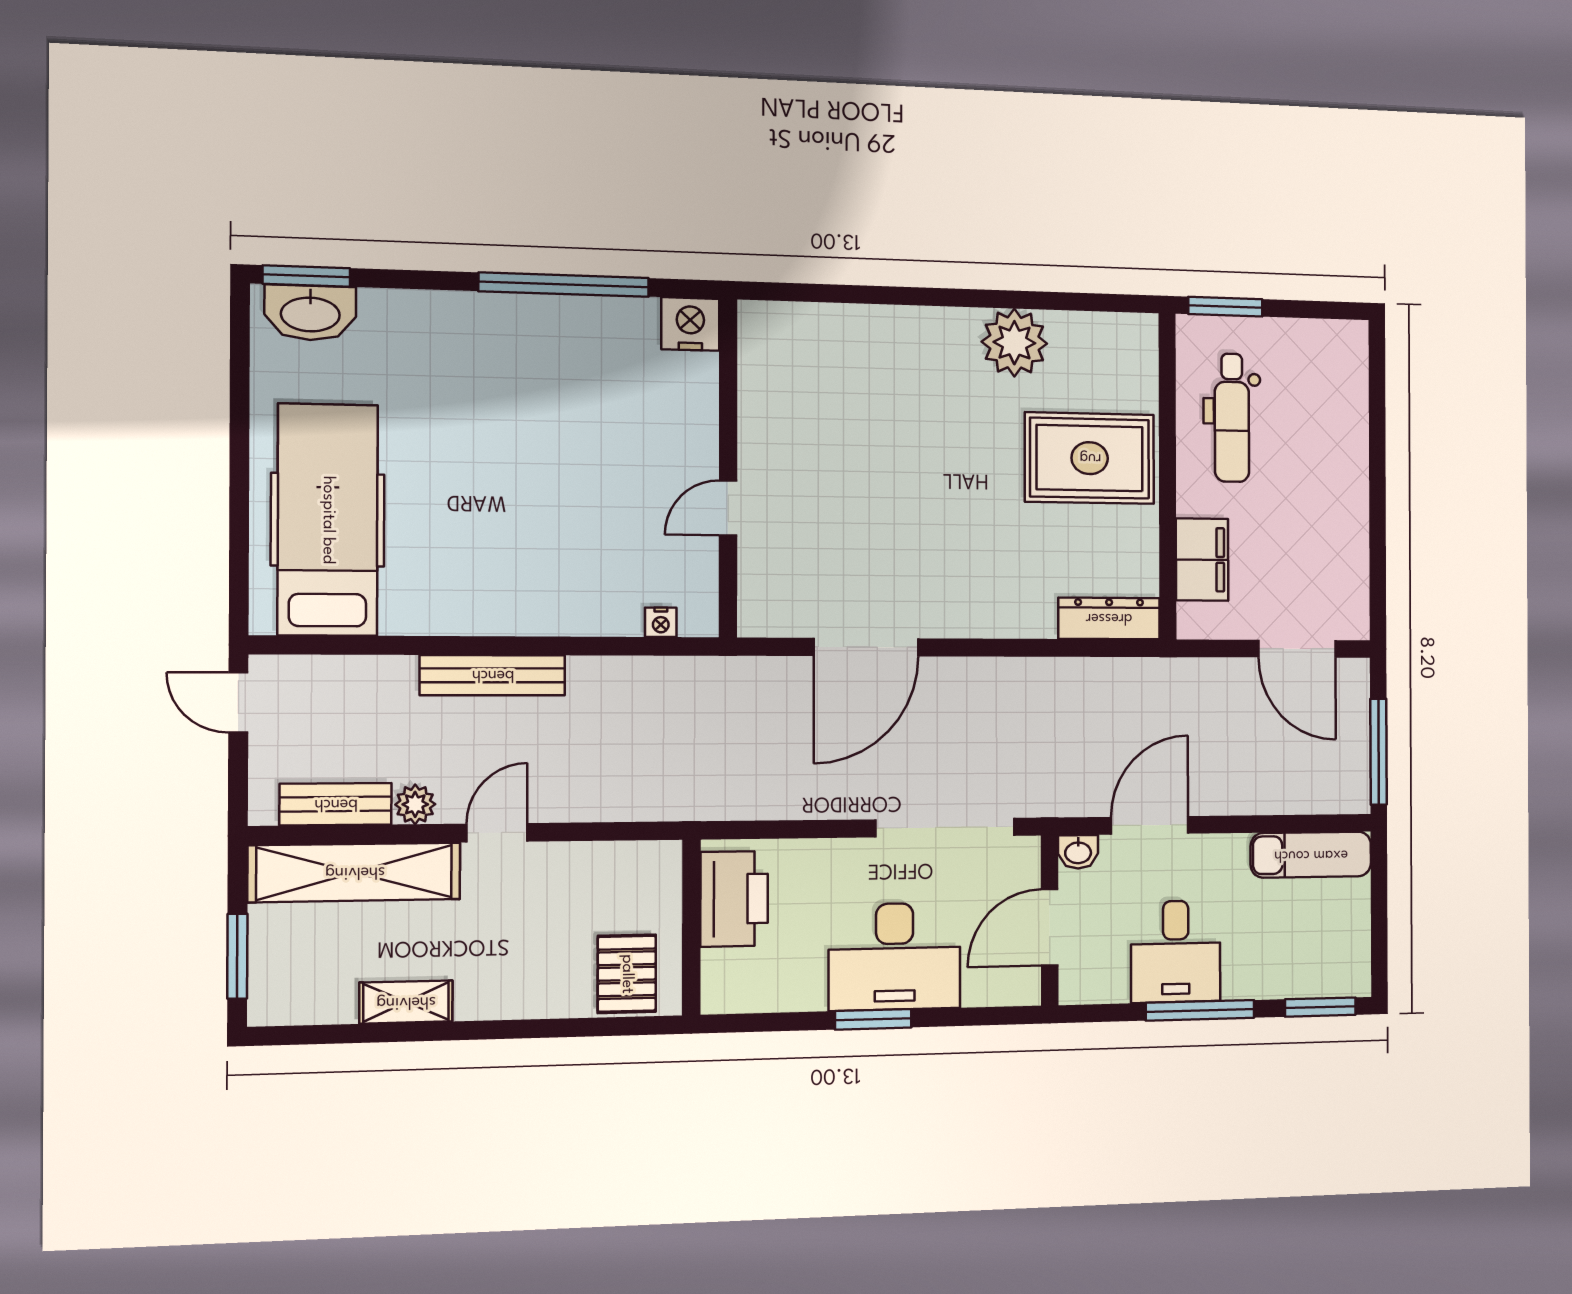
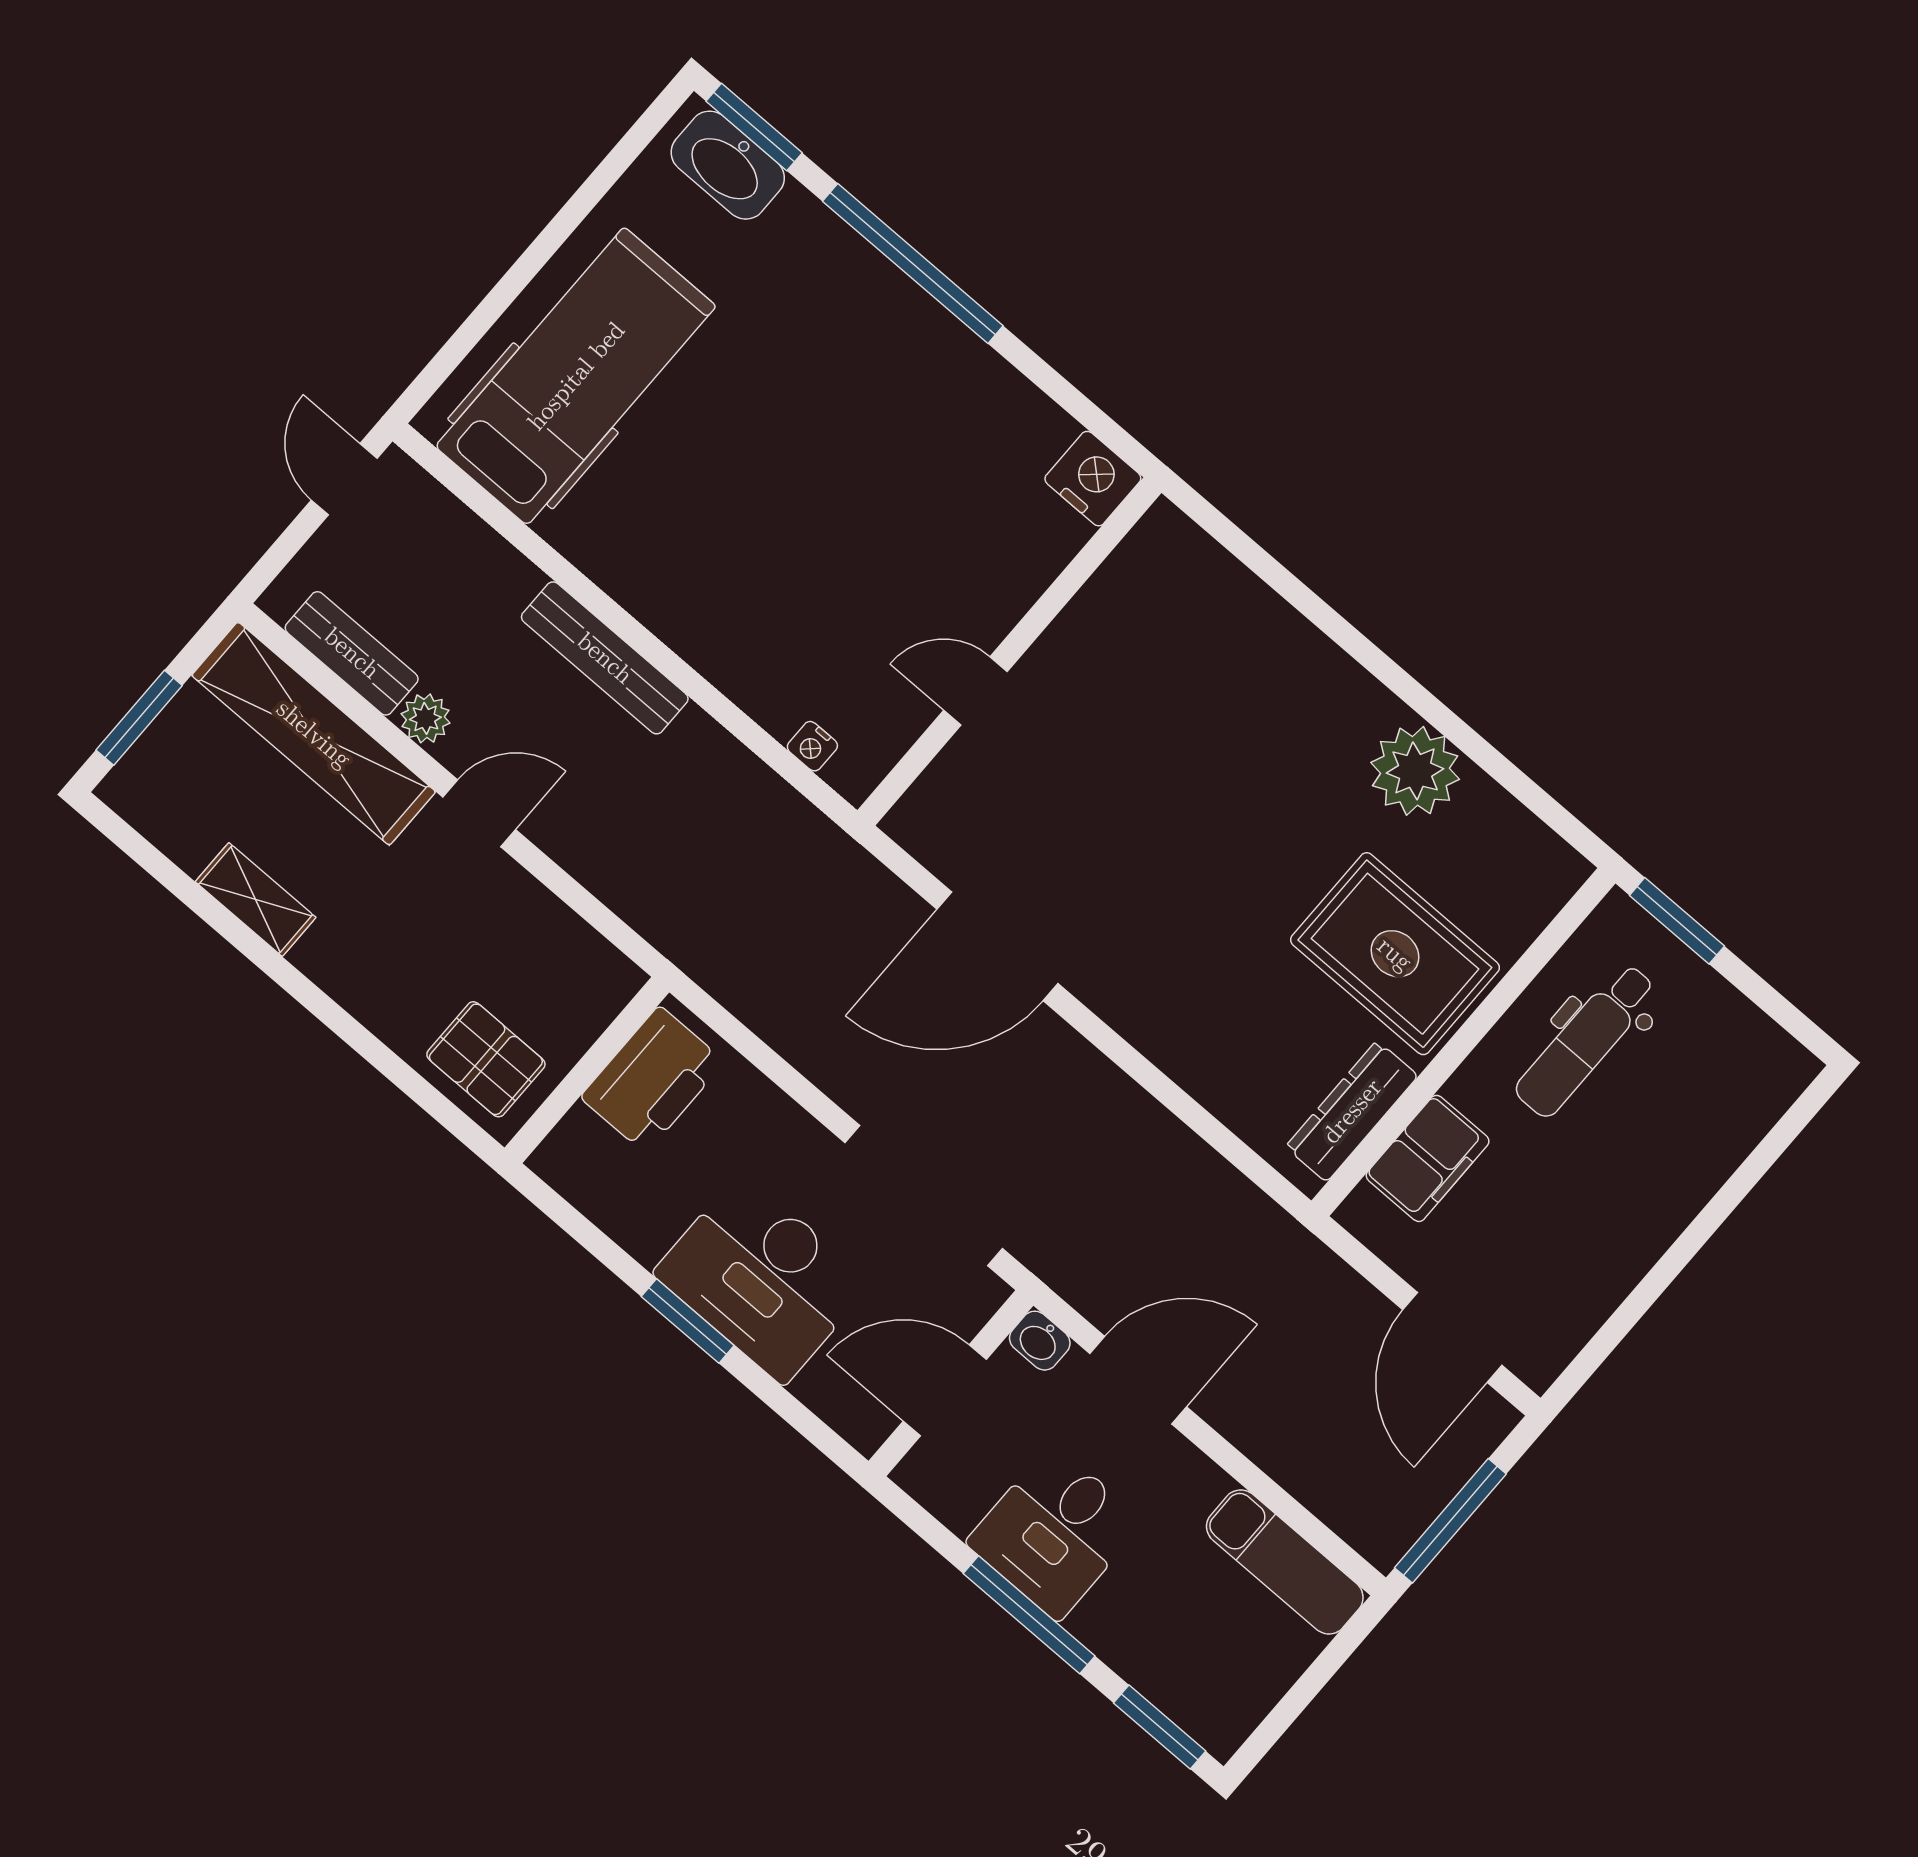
window: (564, 285) -> (913, 263), moved
dresser: (1109, 618) -> (1352, 1111), moved, turned -90
pallet: (627, 974) -> (486, 1059), turned 90

